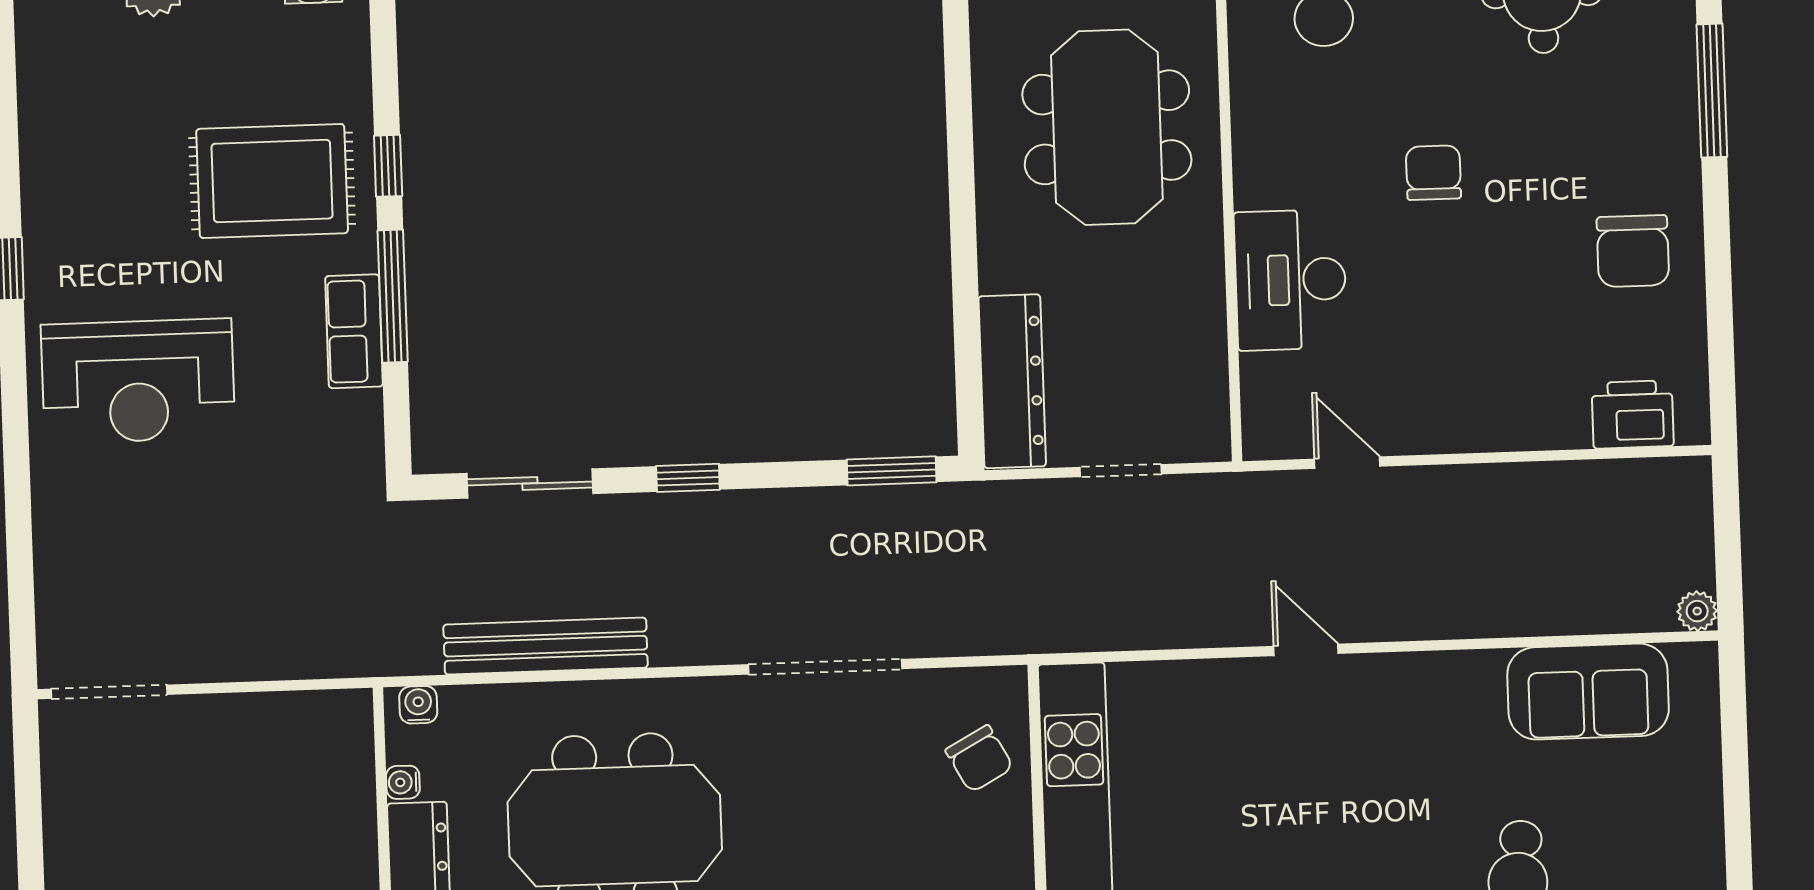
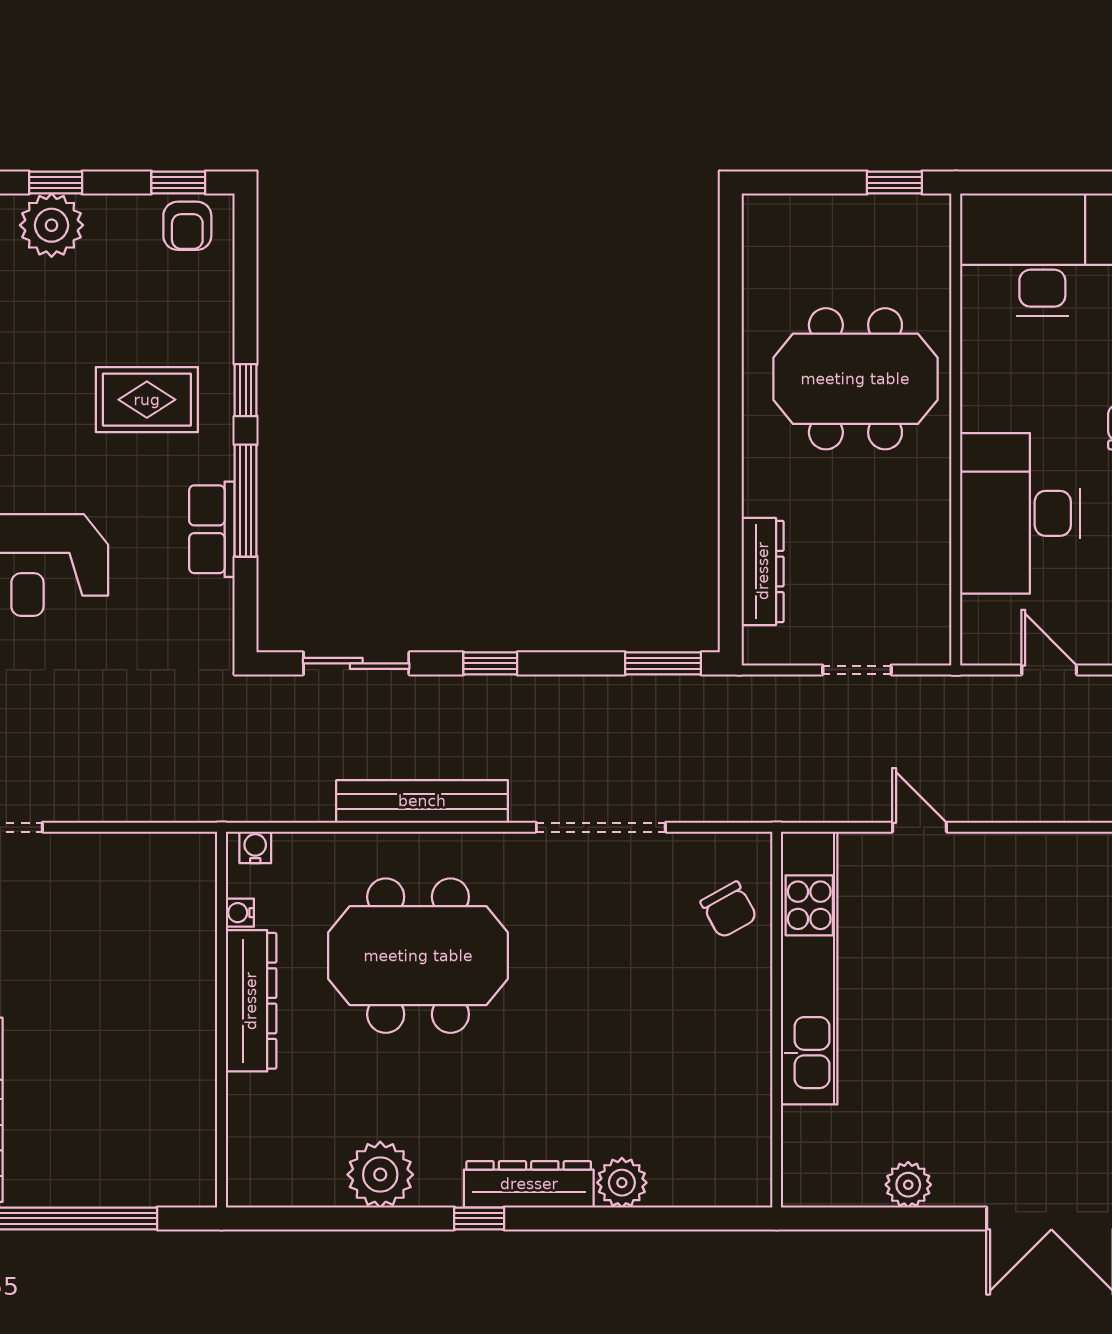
meeting table: (1107, 127) -> (855, 379), turned 90
rug: (272, 181) -> (147, 400), width x0.73, depth x0.70
desk: (1290, 280) -> (1020, 513), width x1.36, depth x1.30
dresser: (1012, 381) -> (763, 571), width x0.73, depth x0.80
bench: (546, 646) -> (422, 801), moved
door: (1306, 650) -> (920, 827), moved

